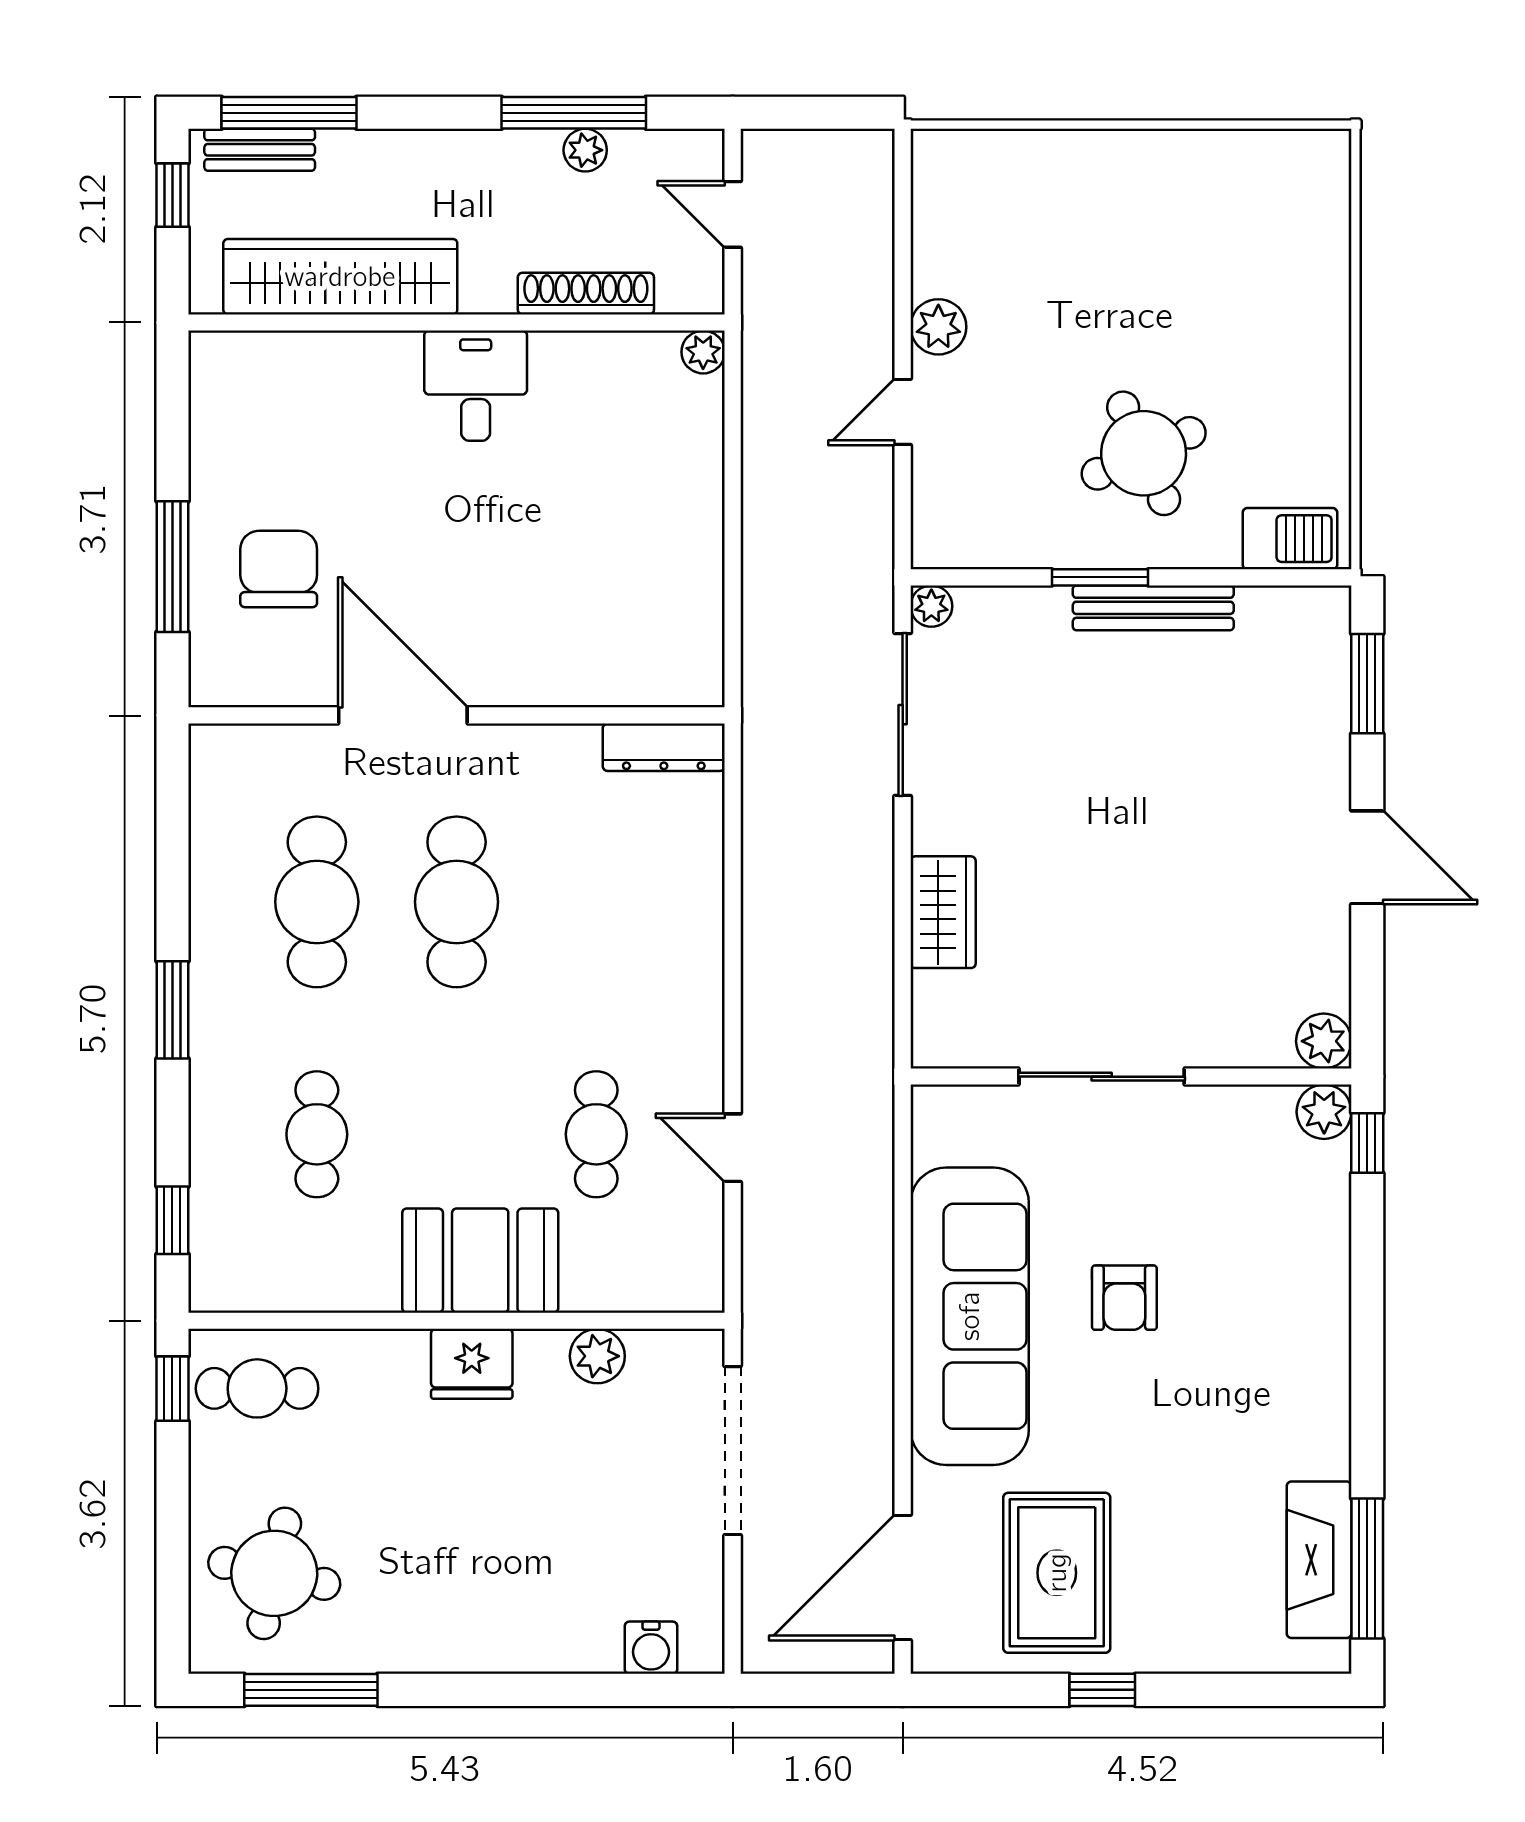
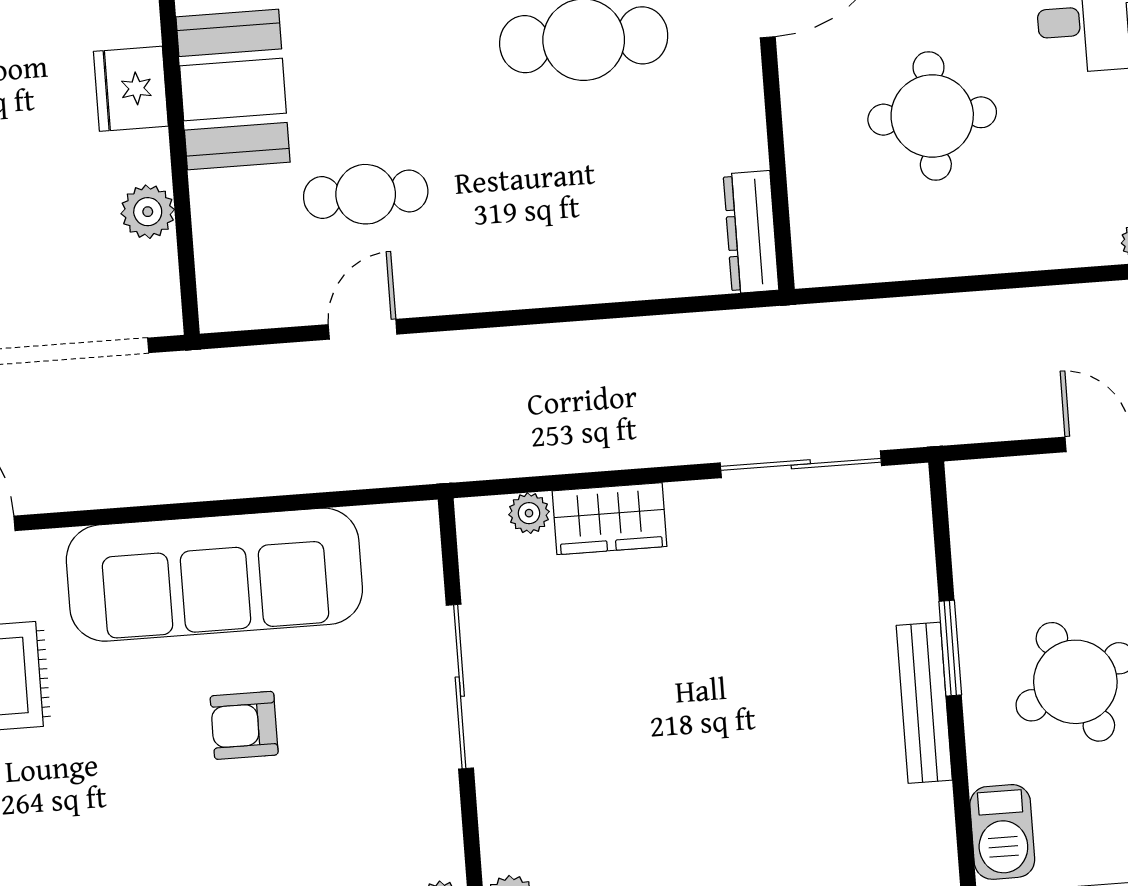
round table: (560, 555) -> (932, 116), added
plant: (931, 606) -> (529, 513), moved

